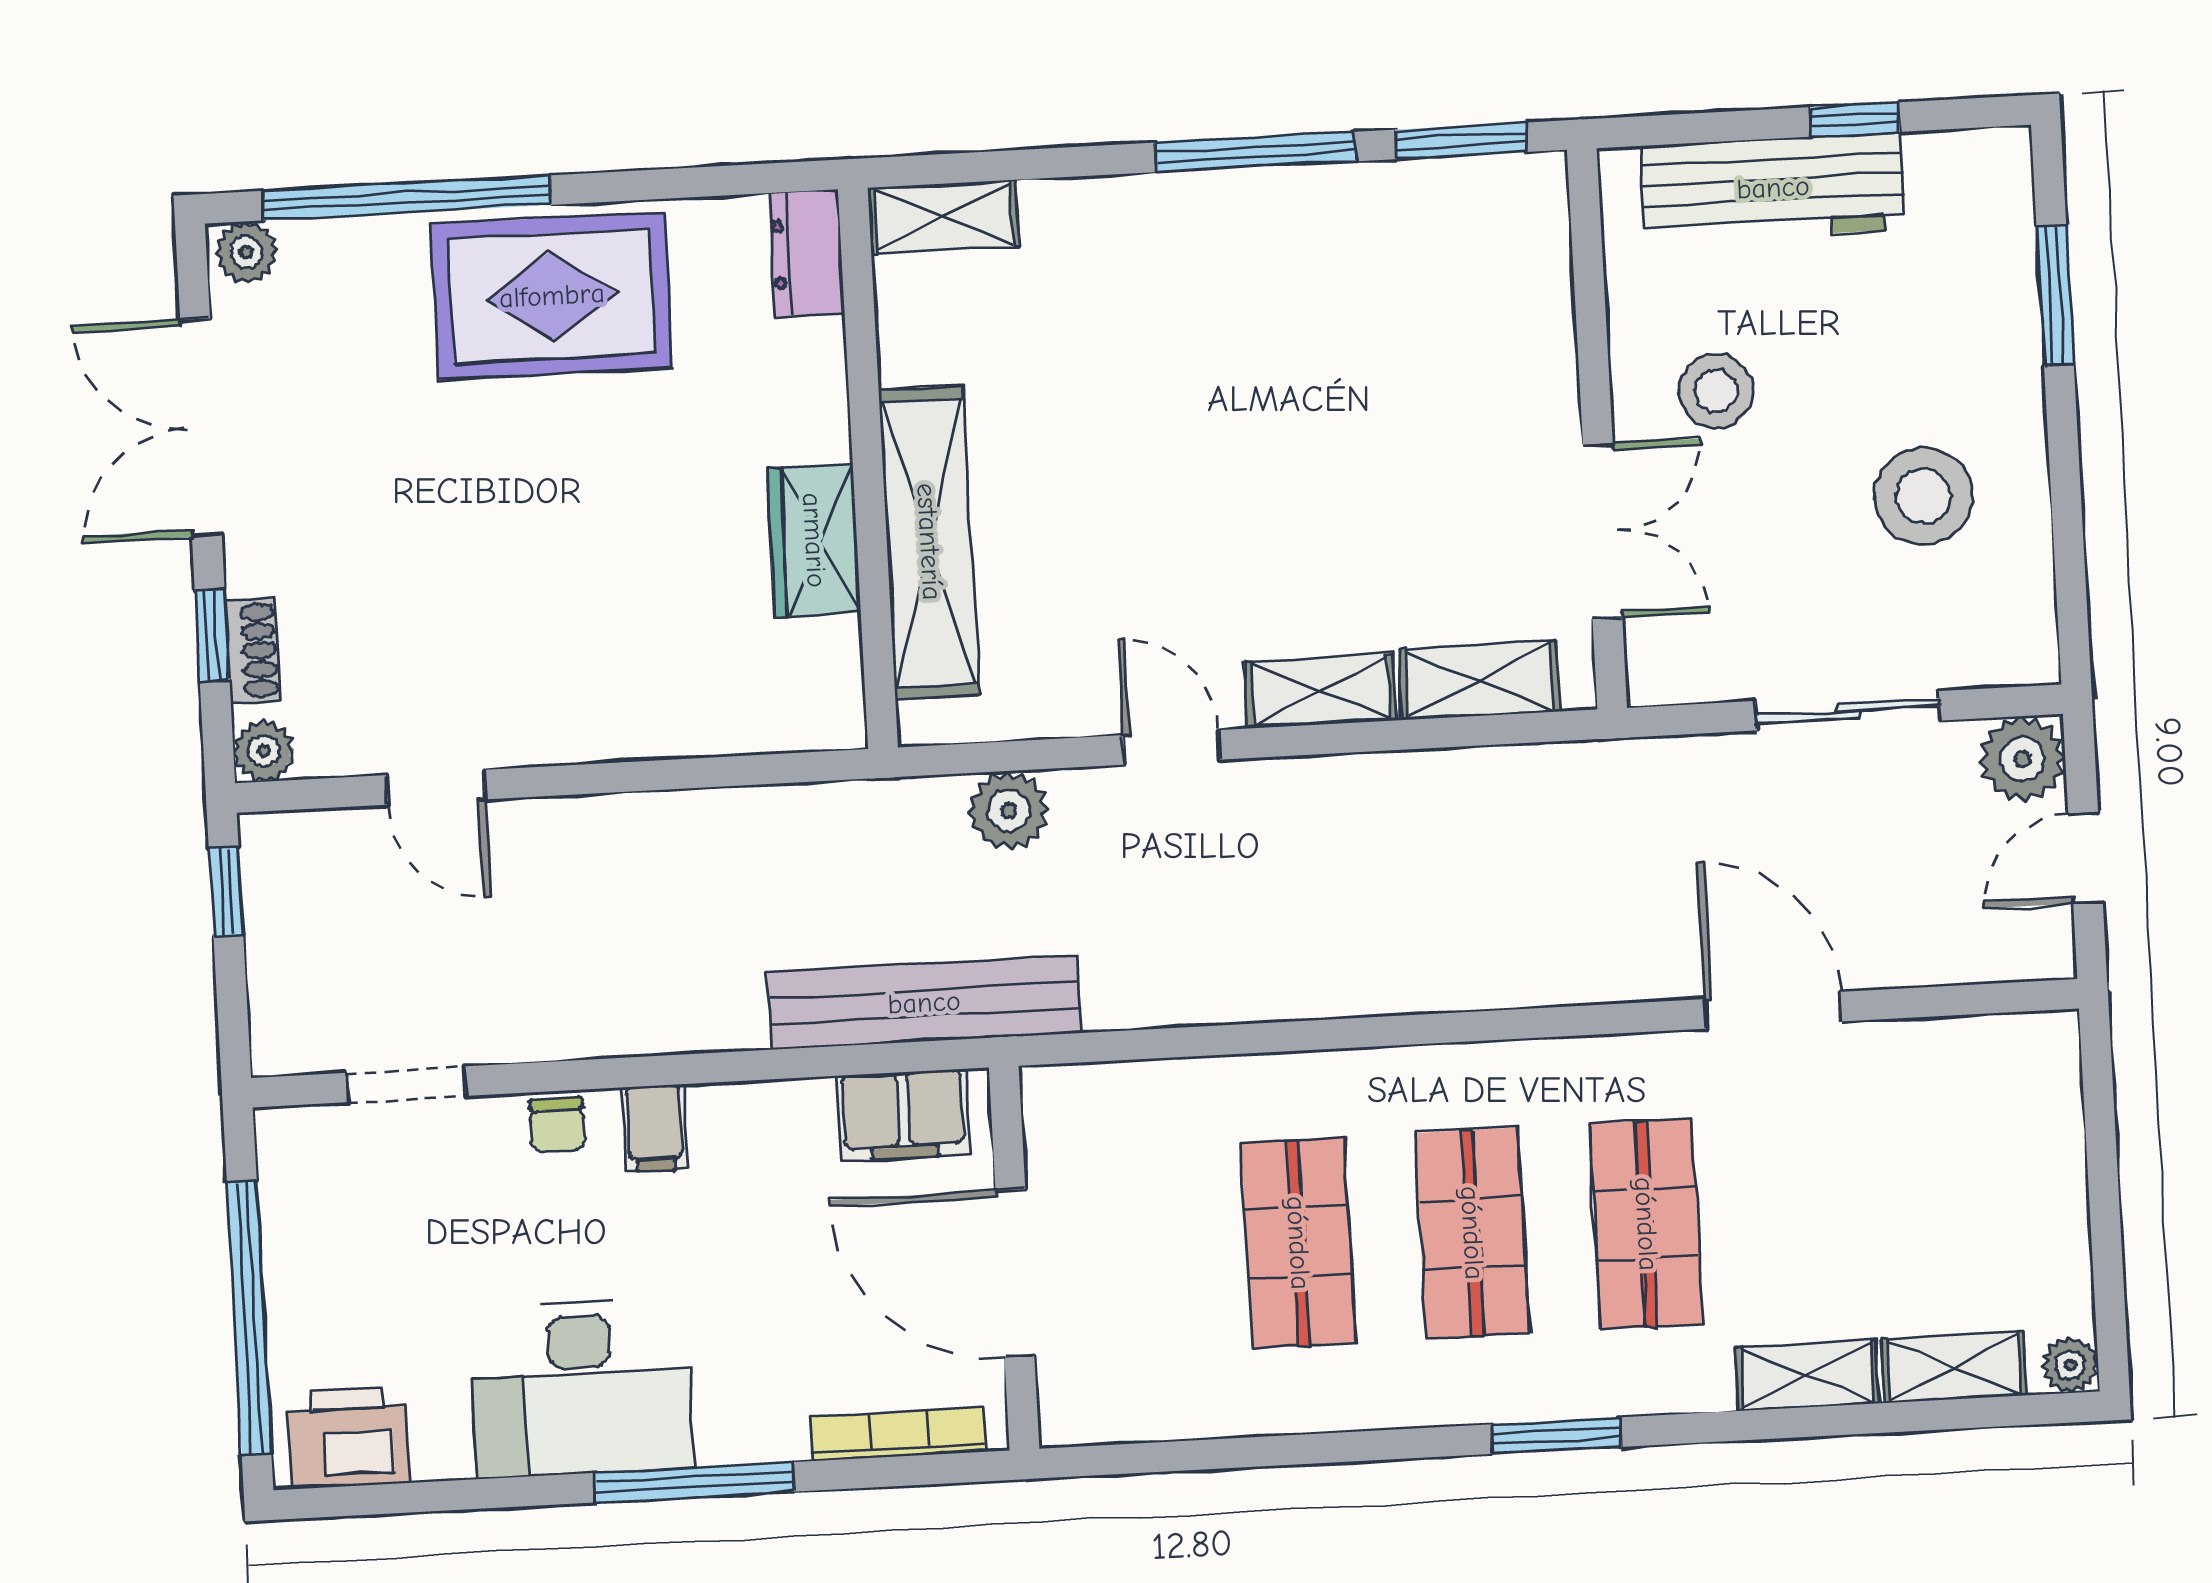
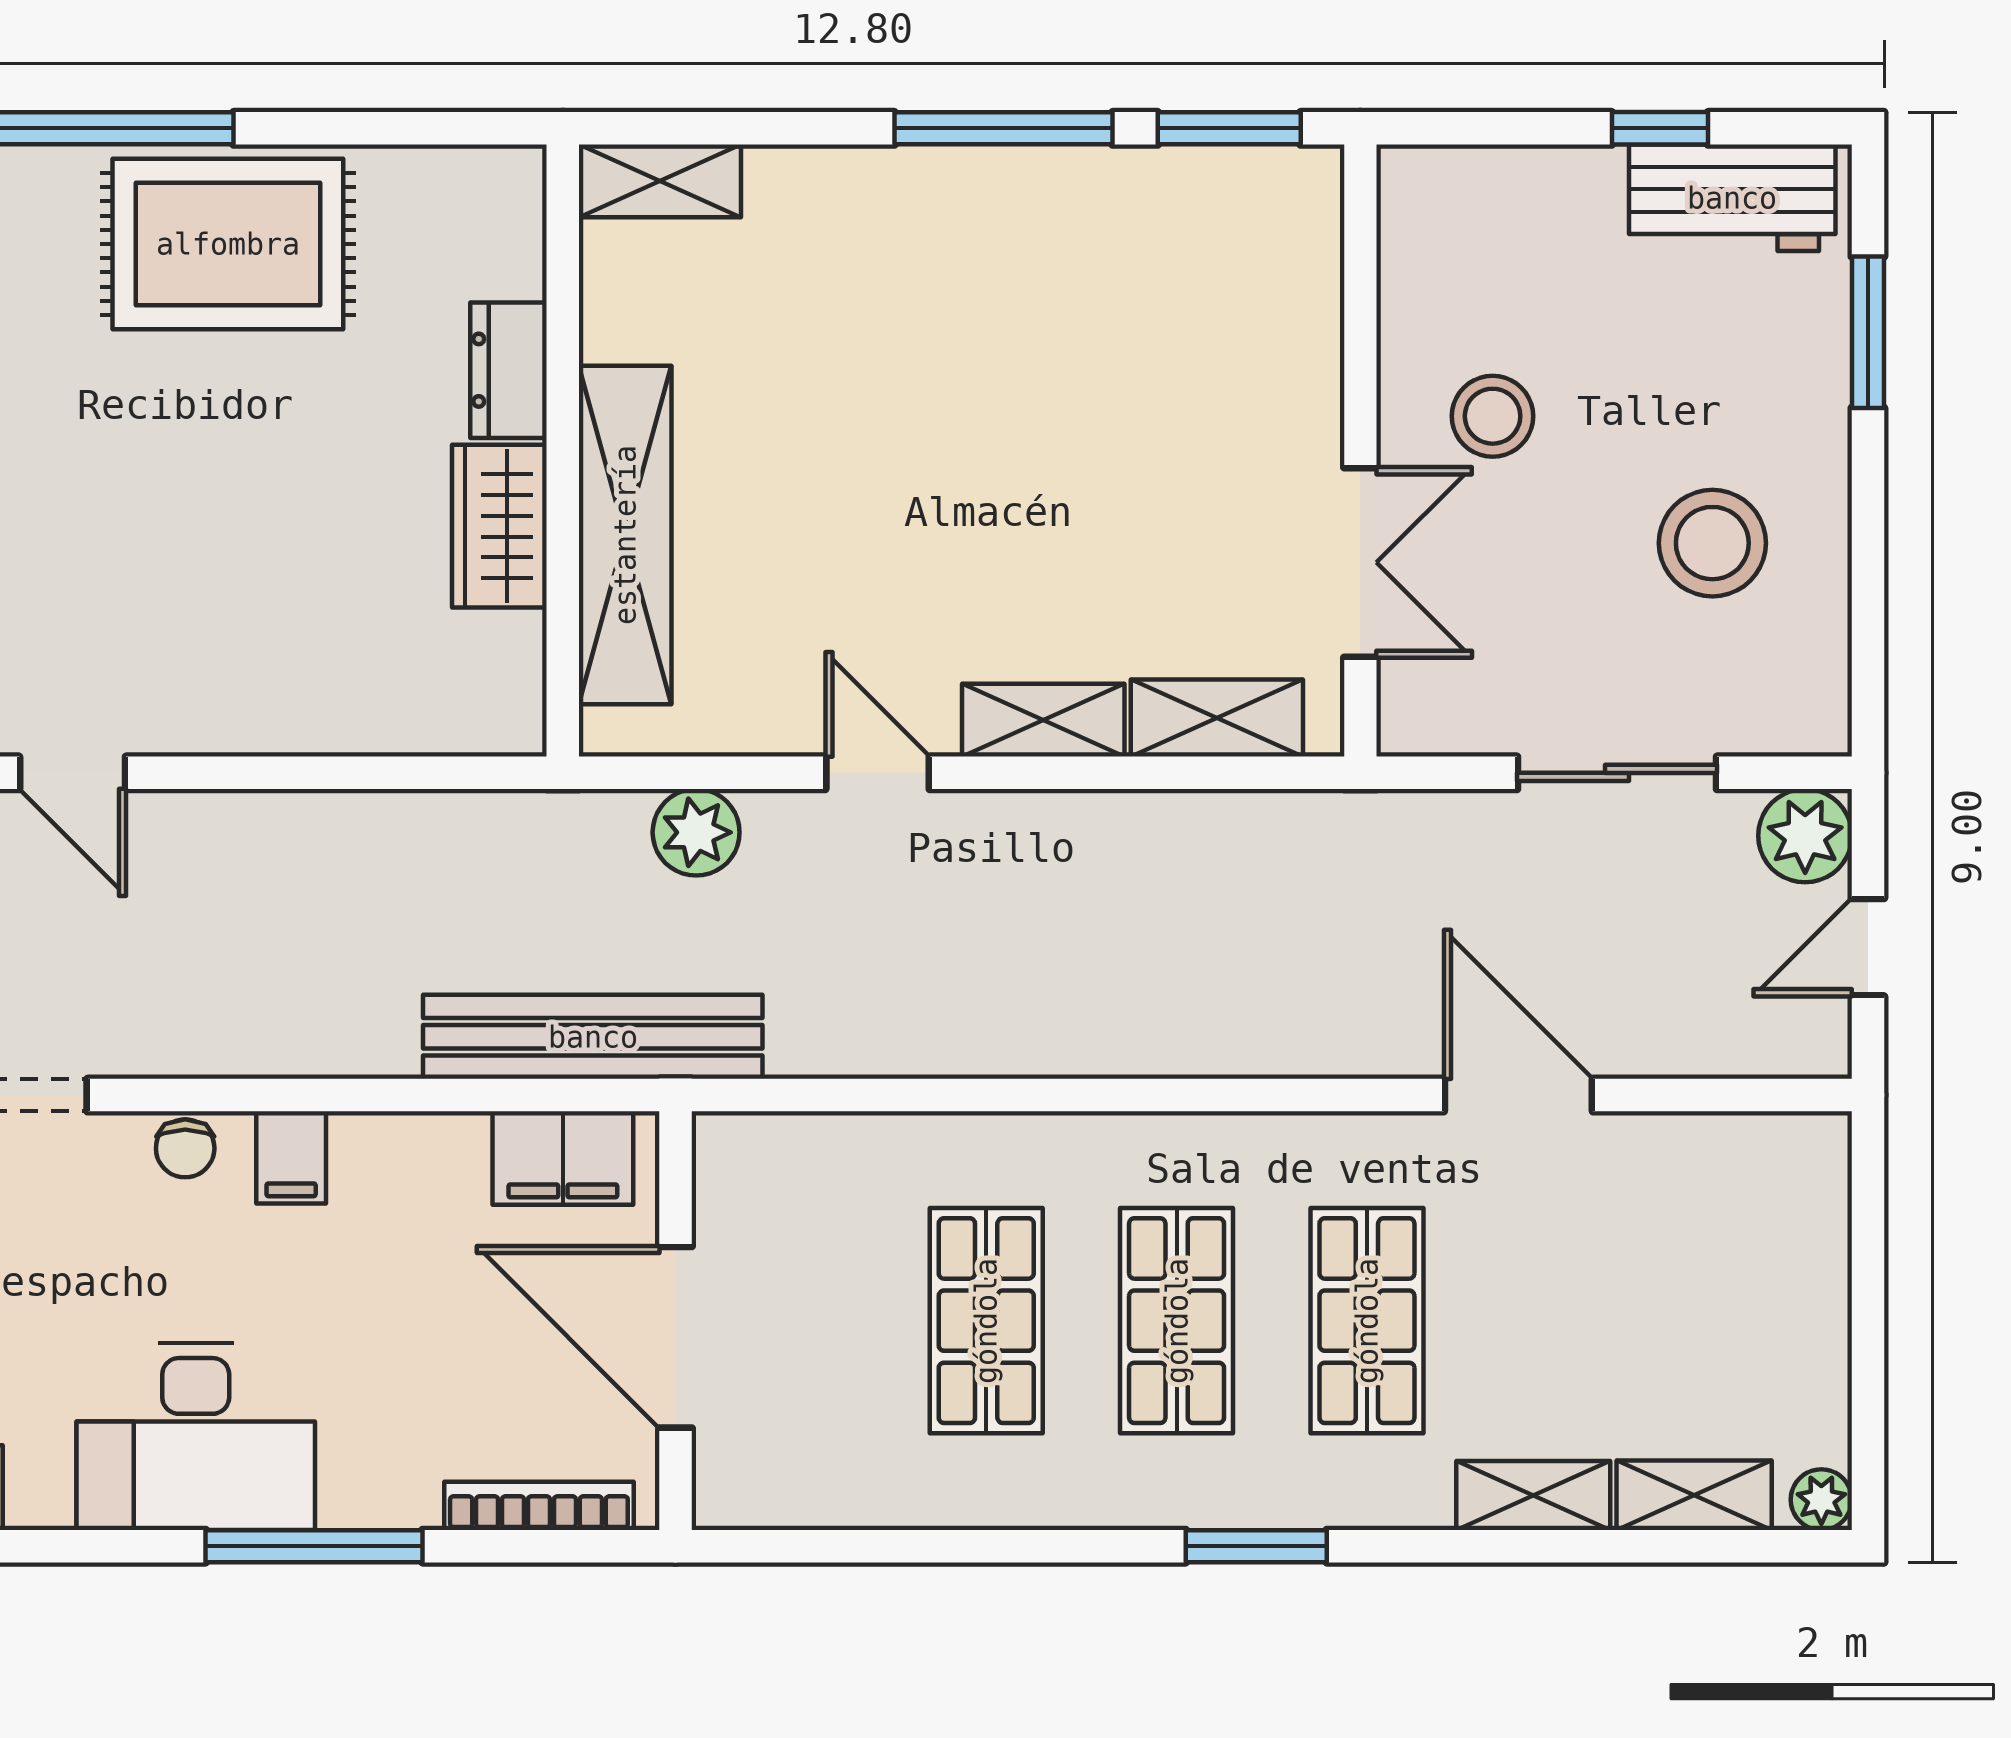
workbench: (1773, 188) -> (1732, 198), moved, width x0.73
dresser: (806, 253) -> (509, 370), moved

